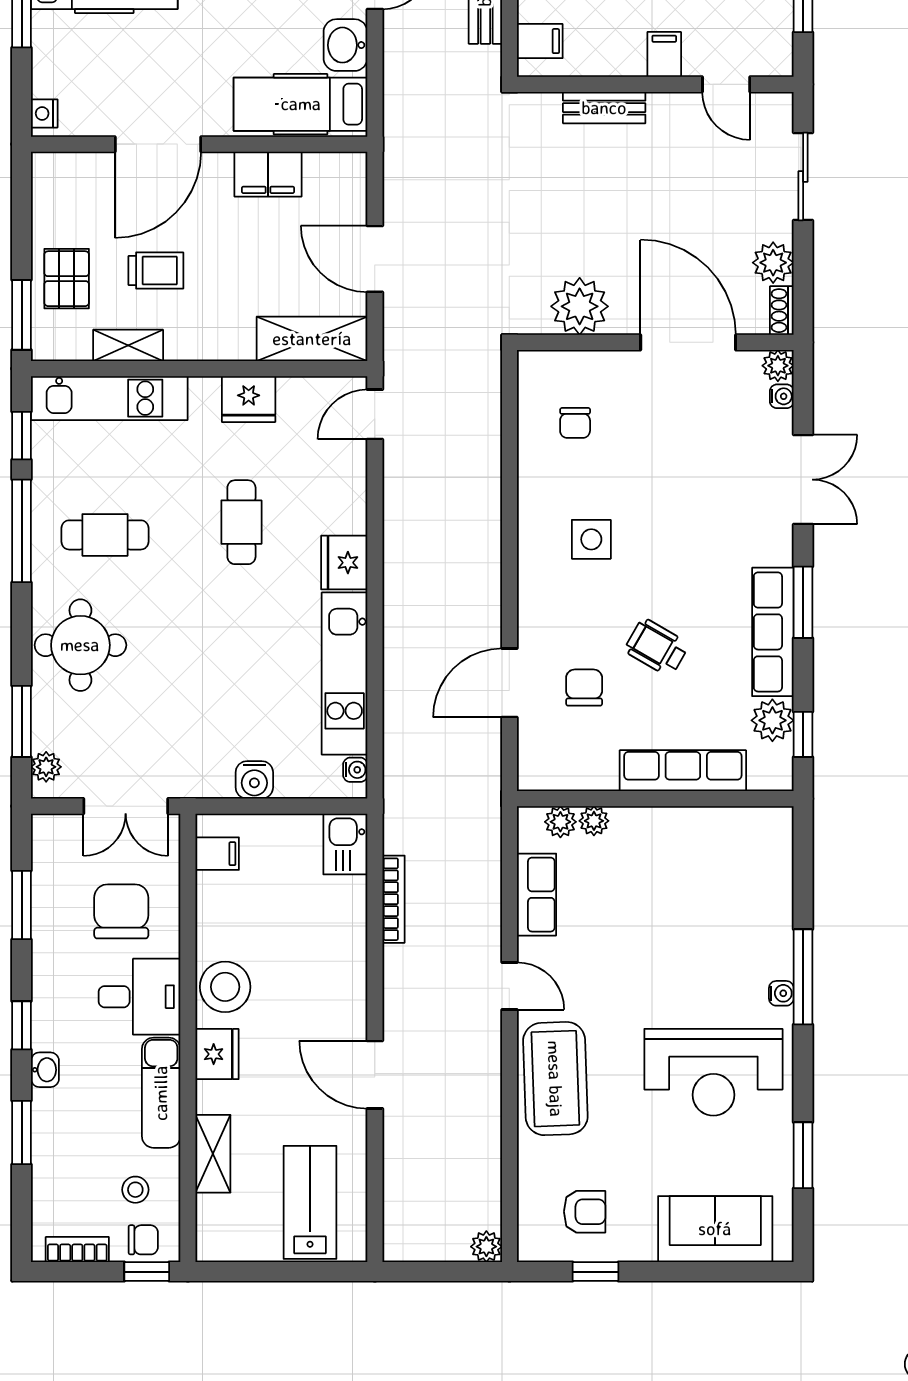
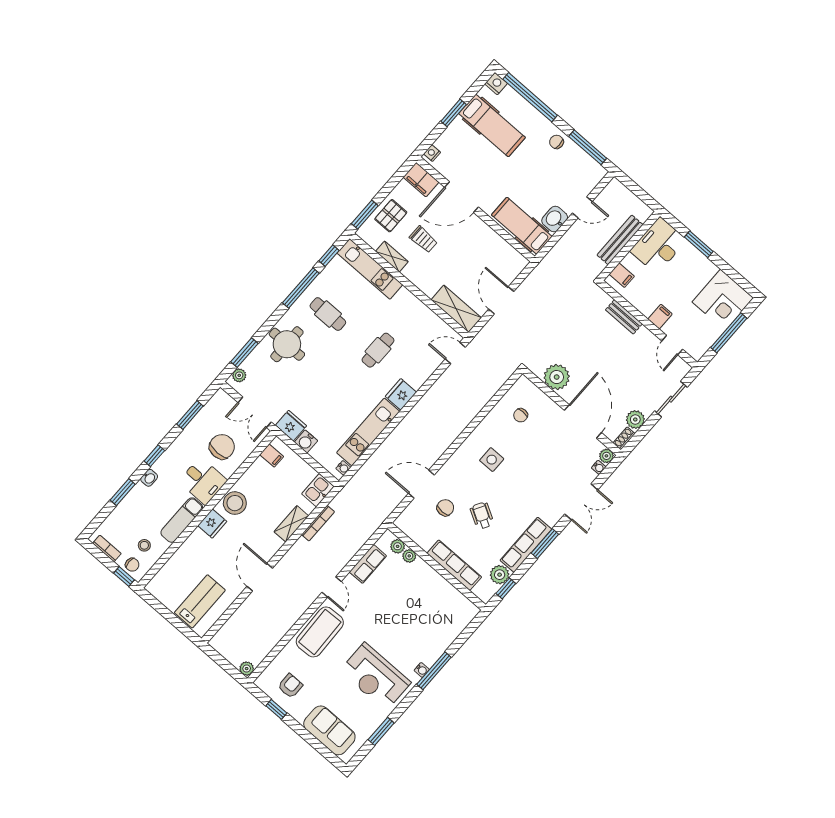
filing cabinet: (268, 174) -> (421, 180), moved
fridge: (249, 399) -> (291, 426), moved, turned 180
shelving: (213, 1154) -> (291, 524), moved
armchair: (585, 1212) -> (290, 686), turned -90

